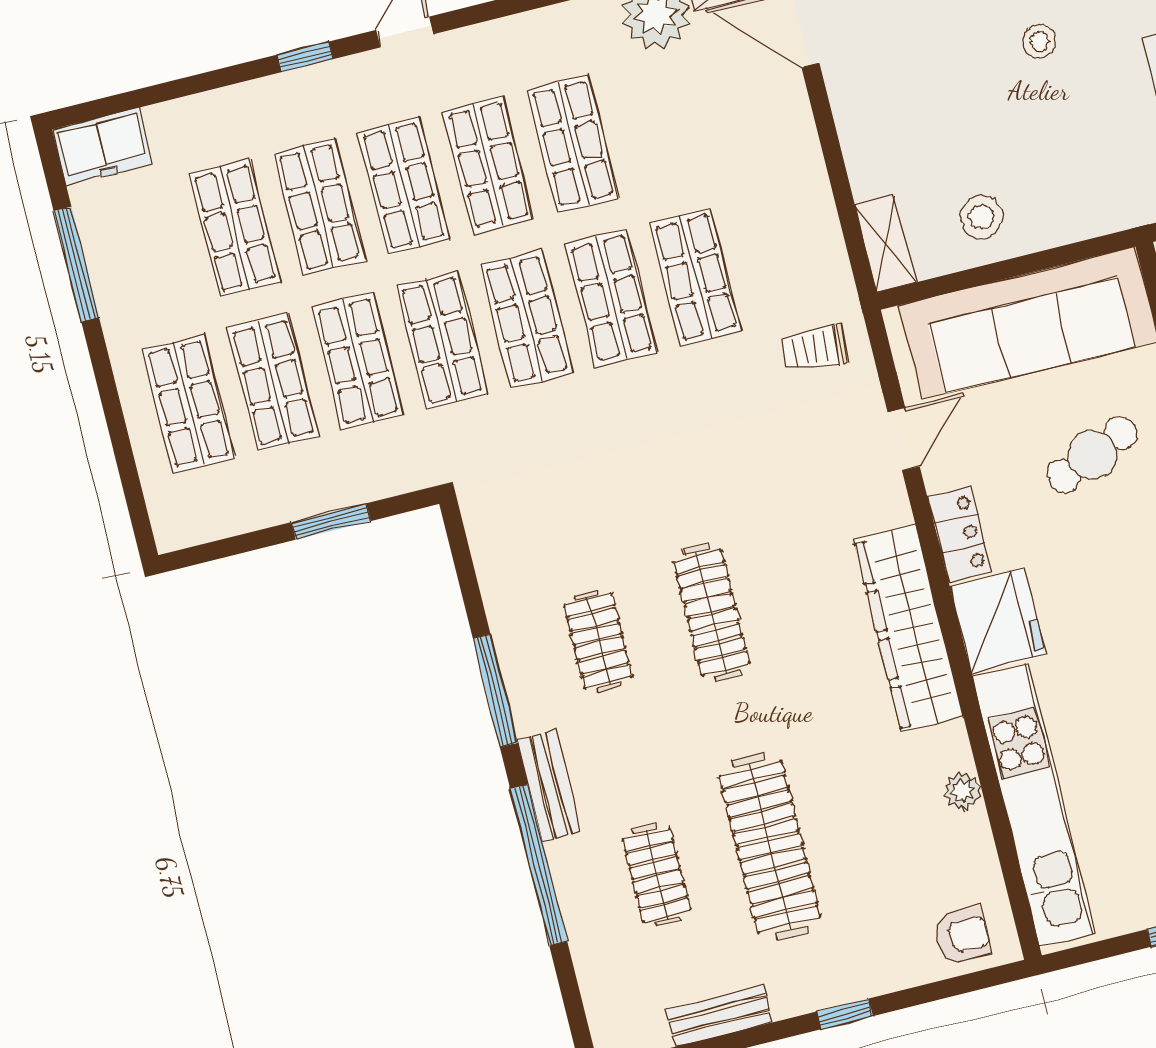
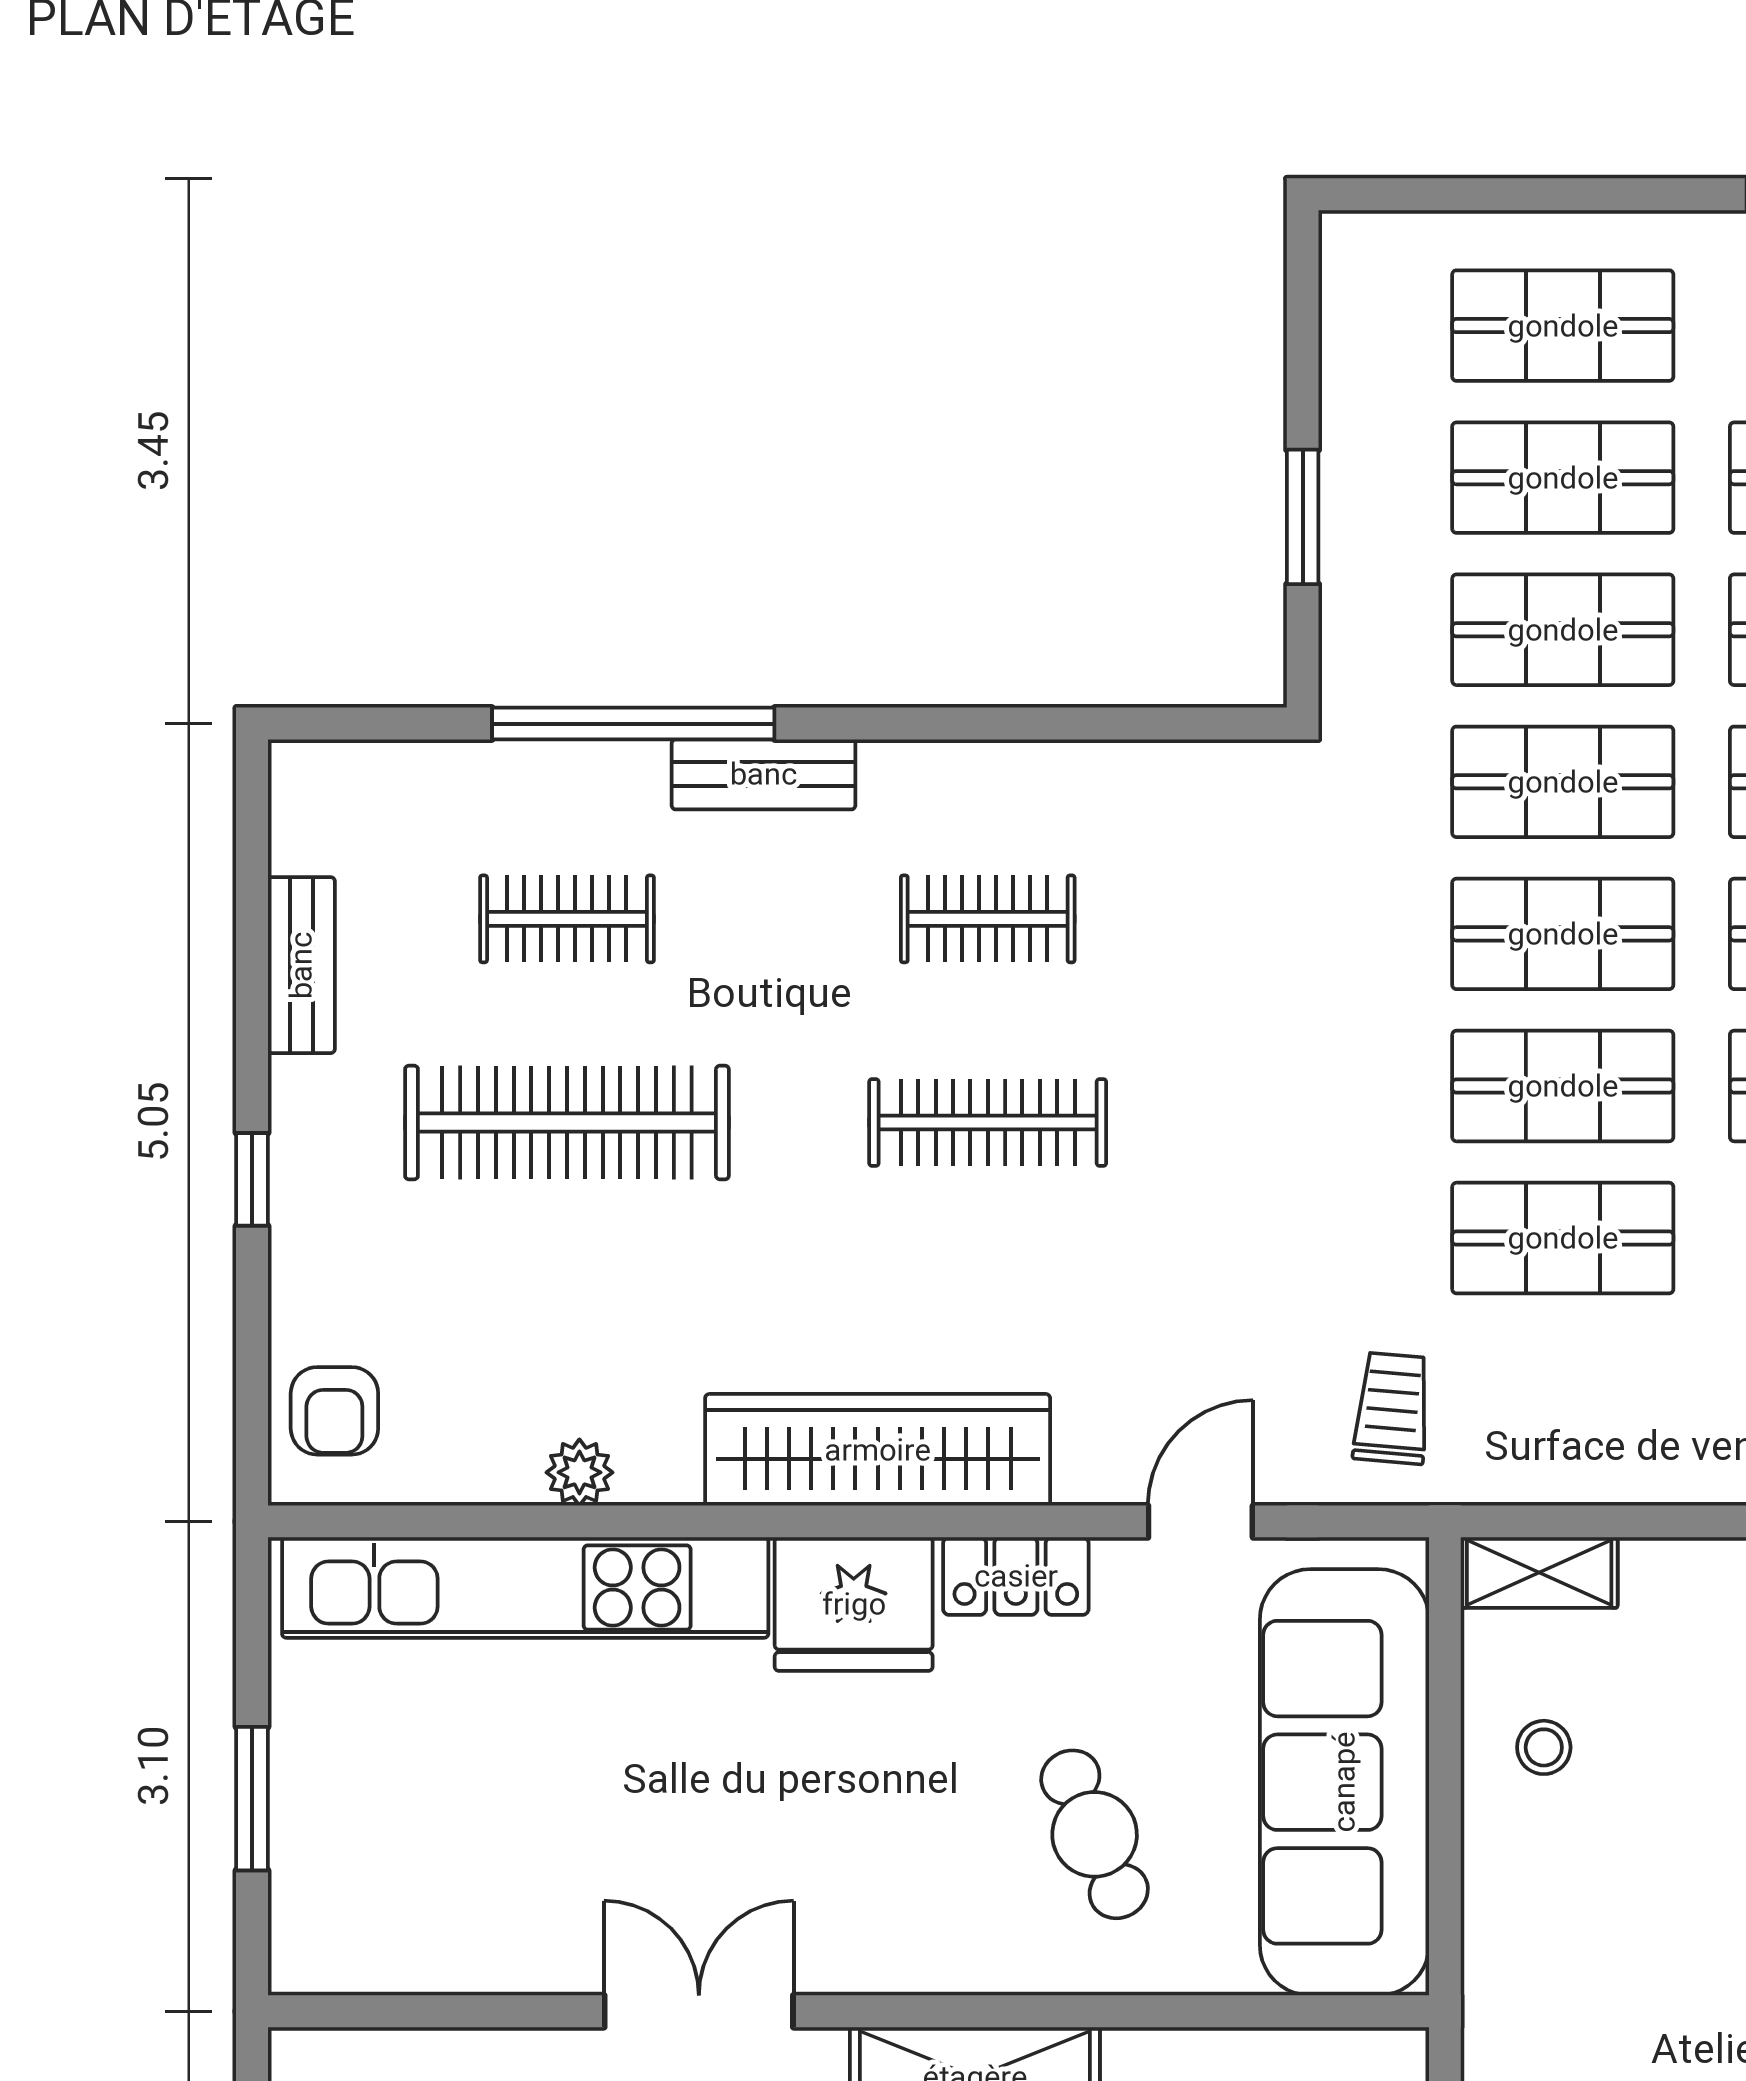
stool: (982, 217) -> (1544, 1747), width x0.73, depth x0.73
door: (904, 439) -> (1200, 1521), swing flipped
window: (495, 691) -> (947, 724), removed

